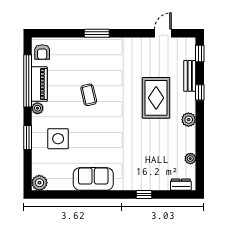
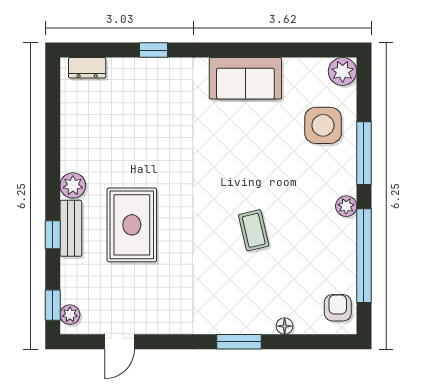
floor lamp: (72, 42) -> (285, 326), added
bench: (190, 76) -> (71, 228), moved
piano: (39, 84) -> (343, 250), removed
window: (28, 138) -> (364, 153), width x1.44
side table: (58, 139) -> (323, 125), moved
plant: (190, 159) -> (70, 315), moved

